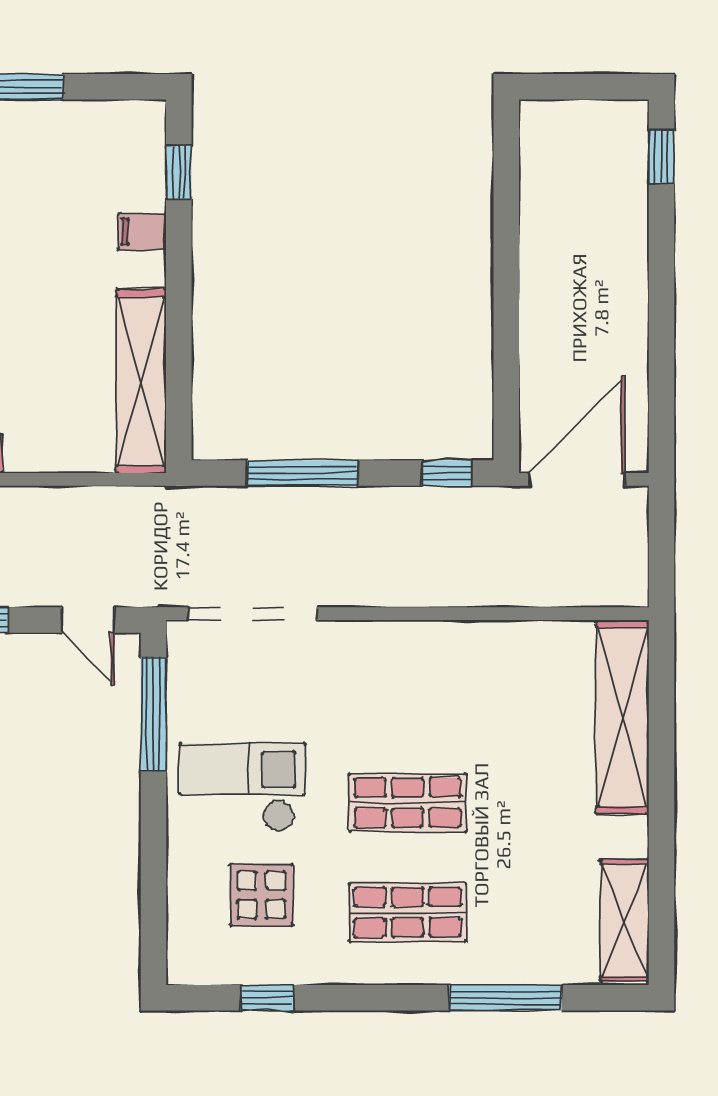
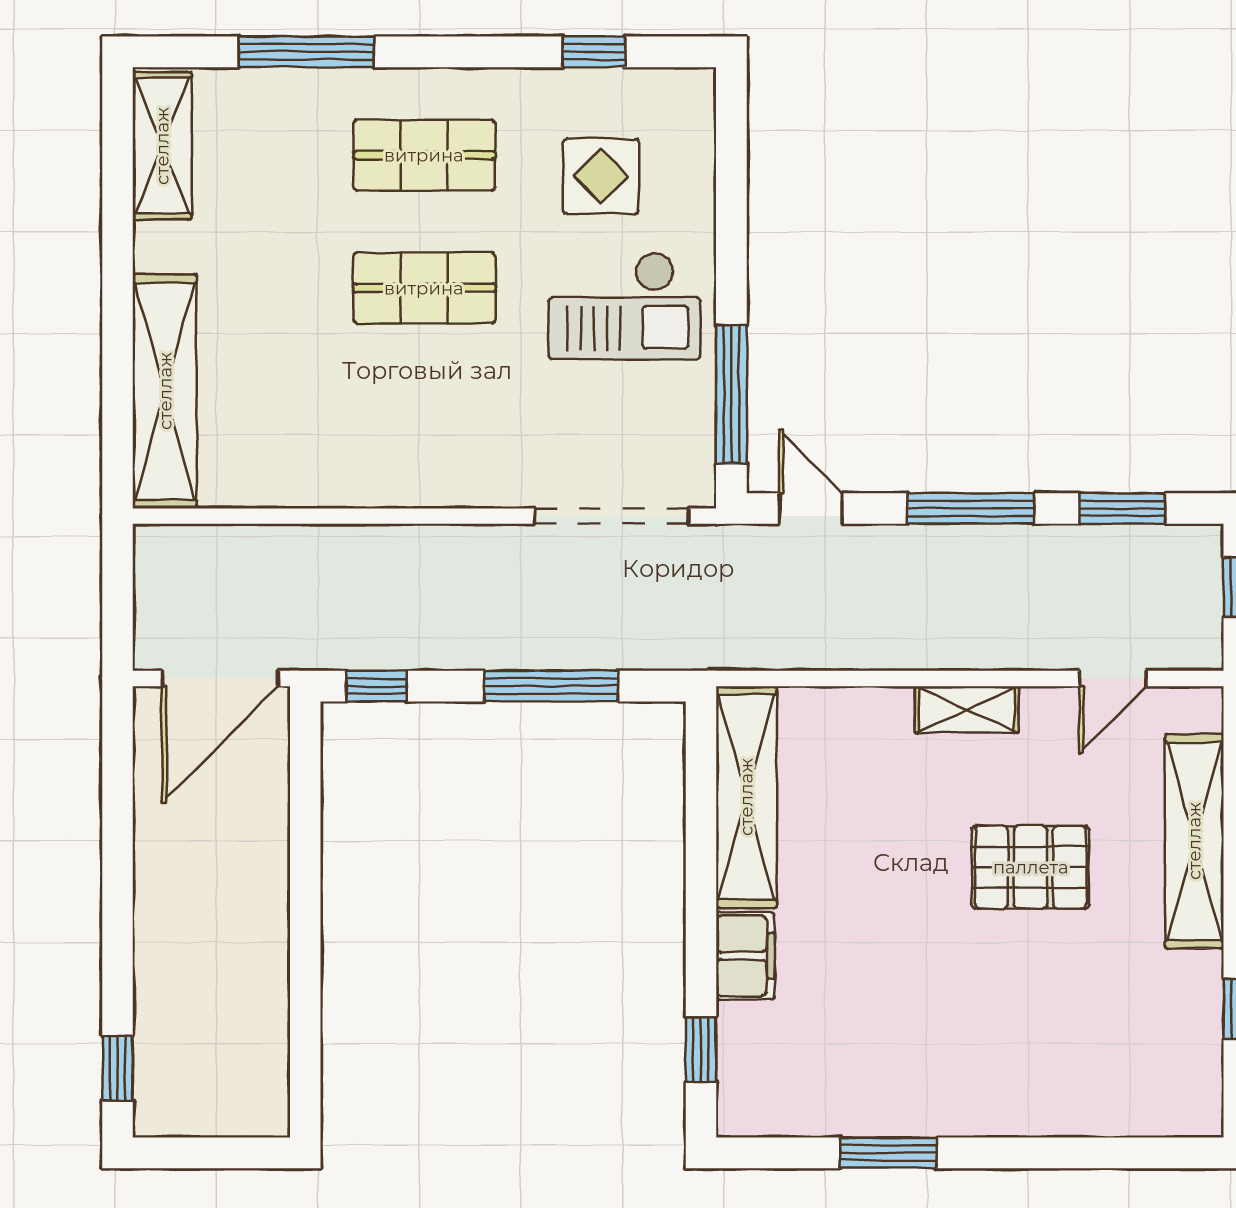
filing cabinet: (142, 232) -> (745, 956), width x2.00

